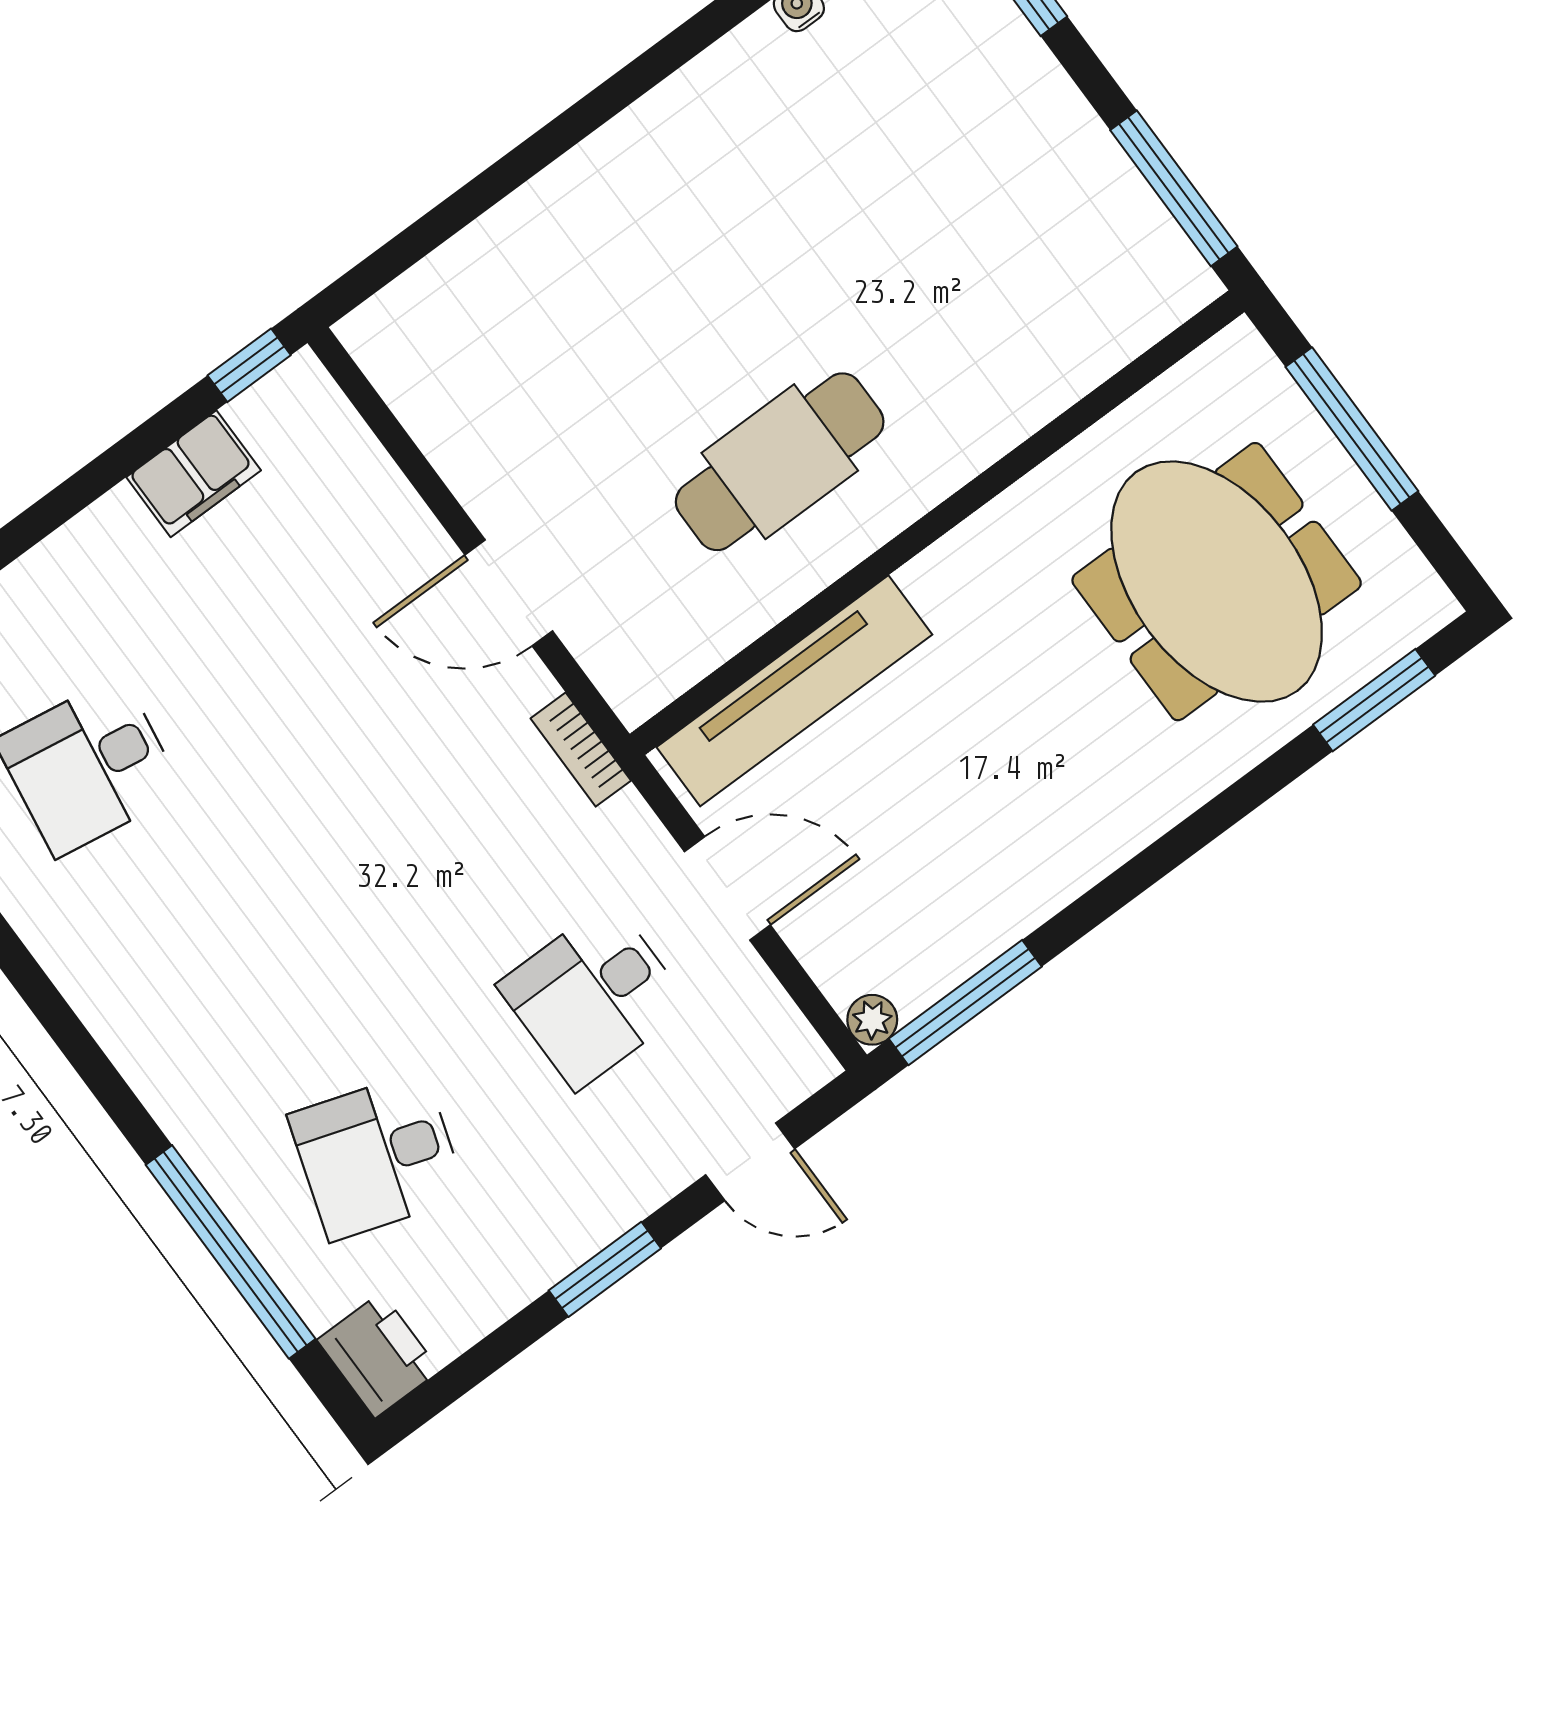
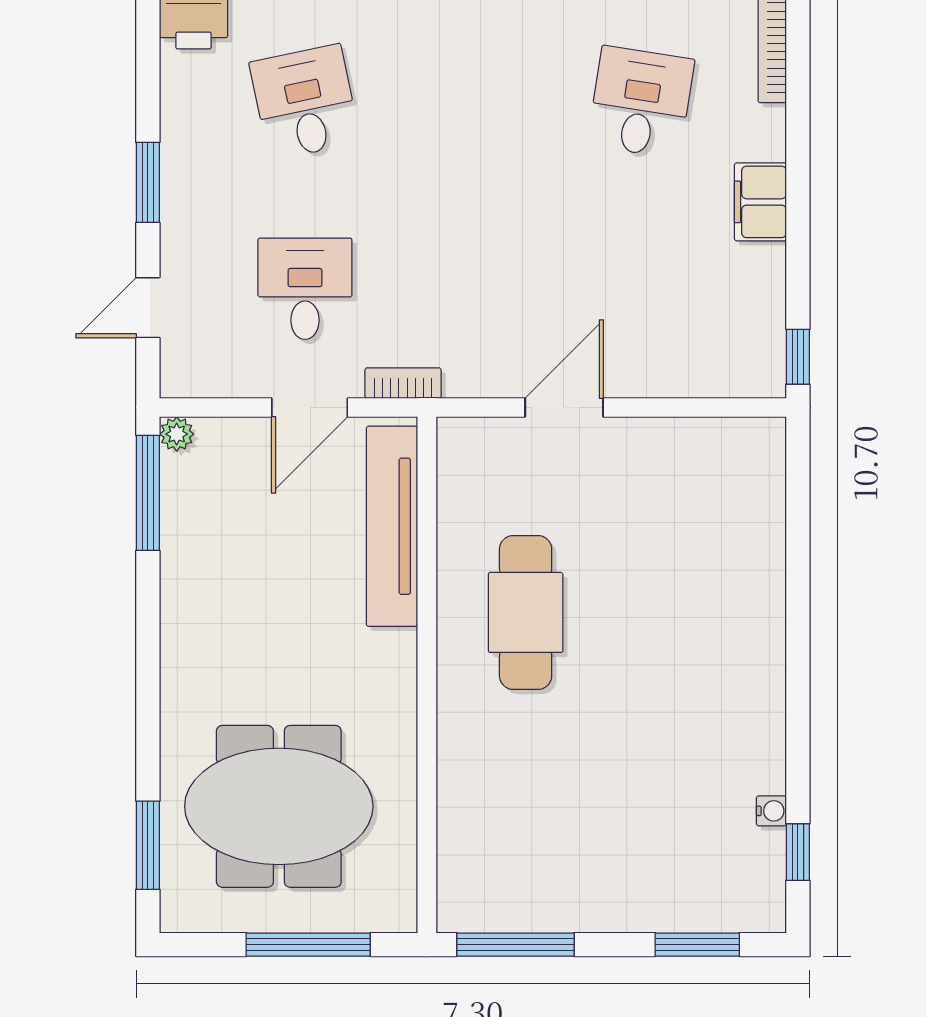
filing cabinet: (194, 474) -> (760, 202), moved
bookcase: (581, 750) -> (403, 383), moved
desk: (377, 1156) -> (305, 102), turned -30

